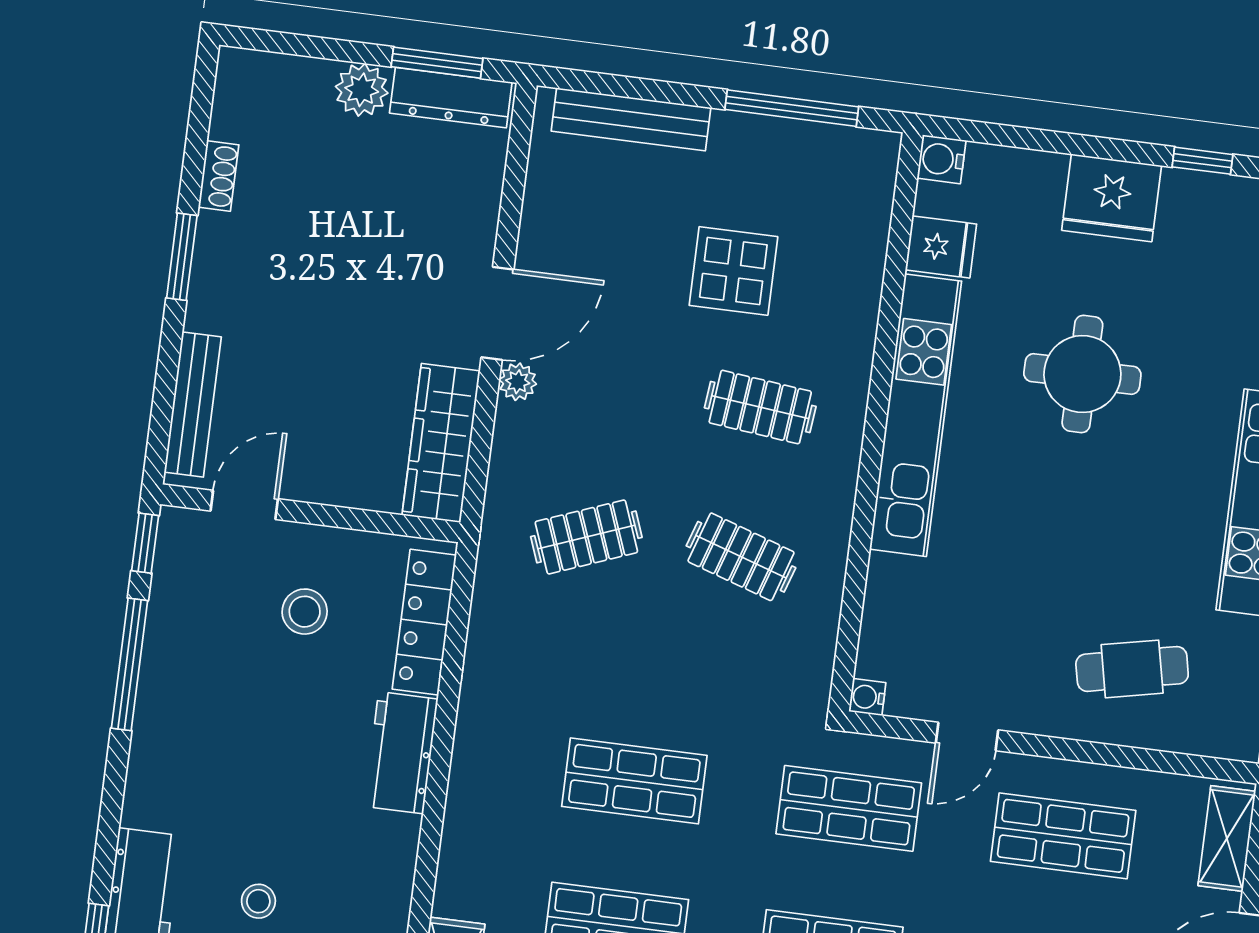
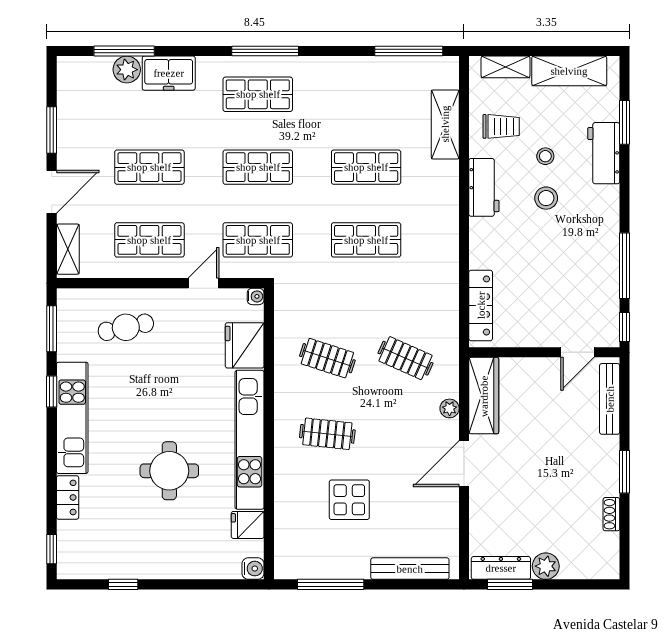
fridge: (1112, 198) -> (245, 345), moved, turned -90
plant: (518, 382) -> (450, 408), moved
clothes rail: (586, 537) -> (406, 358), turned 45
stool: (305, 612) -> (546, 198), moved
workbench: (401, 753) -> (484, 187), moved

